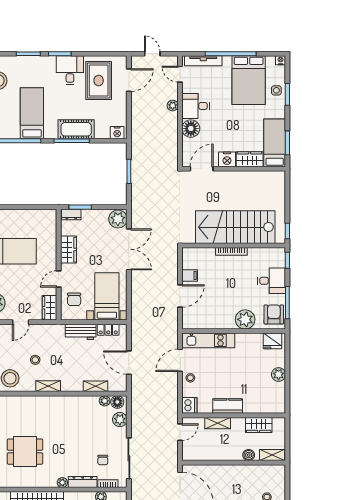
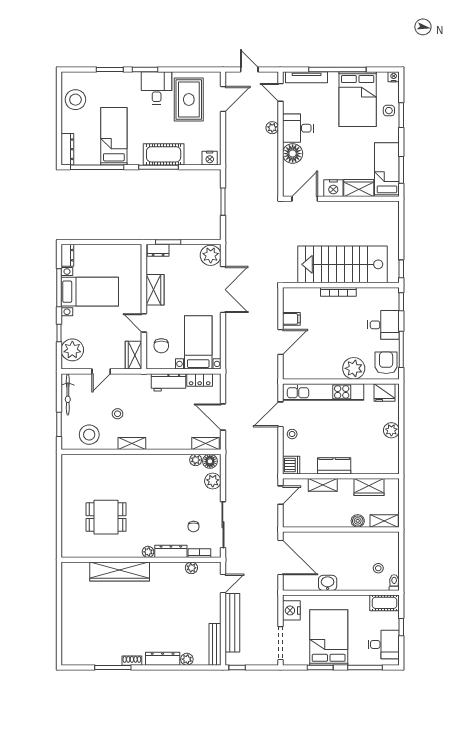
door: (59, 279) -> (144, 323), hinge flipped
kitchen unit: (208, 340) -> (323, 392), width x1.36
shelving: (96, 386) -> (206, 444), moved

